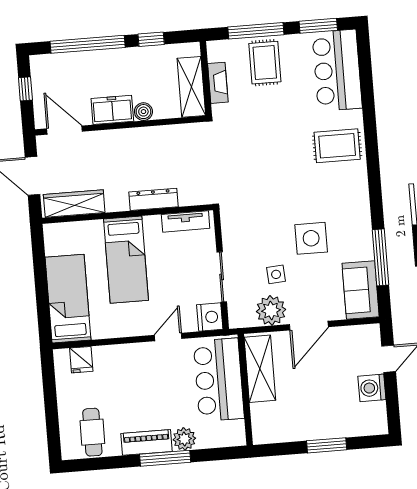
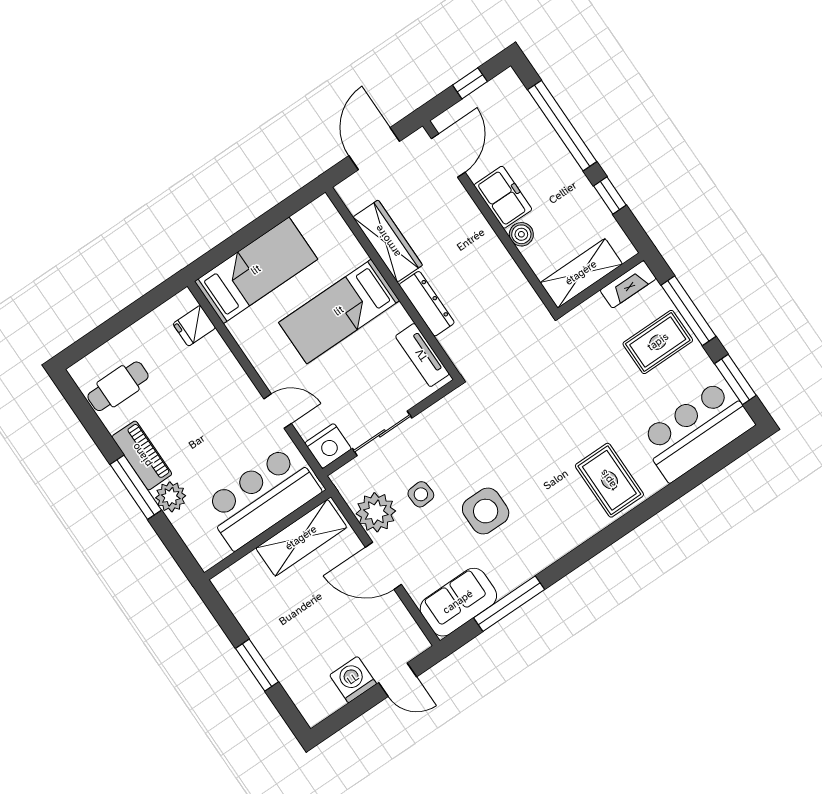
fireplace: (218, 83) -> (628, 284), moved
wardrobe: (74, 204) -> (388, 241), moved

